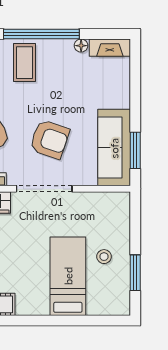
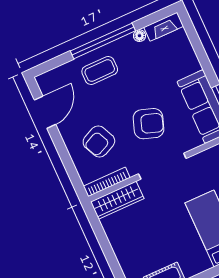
coffee table: (24, 63) -> (100, 70), turned 90

